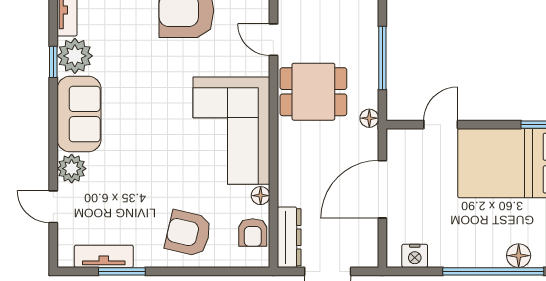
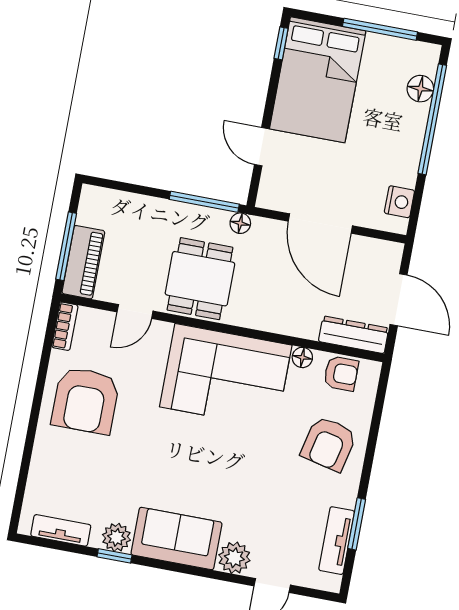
plant: (75, 56) -> (116, 537), width x0.73, depth x0.73
window: (382, 58) -> (204, 202), moved

